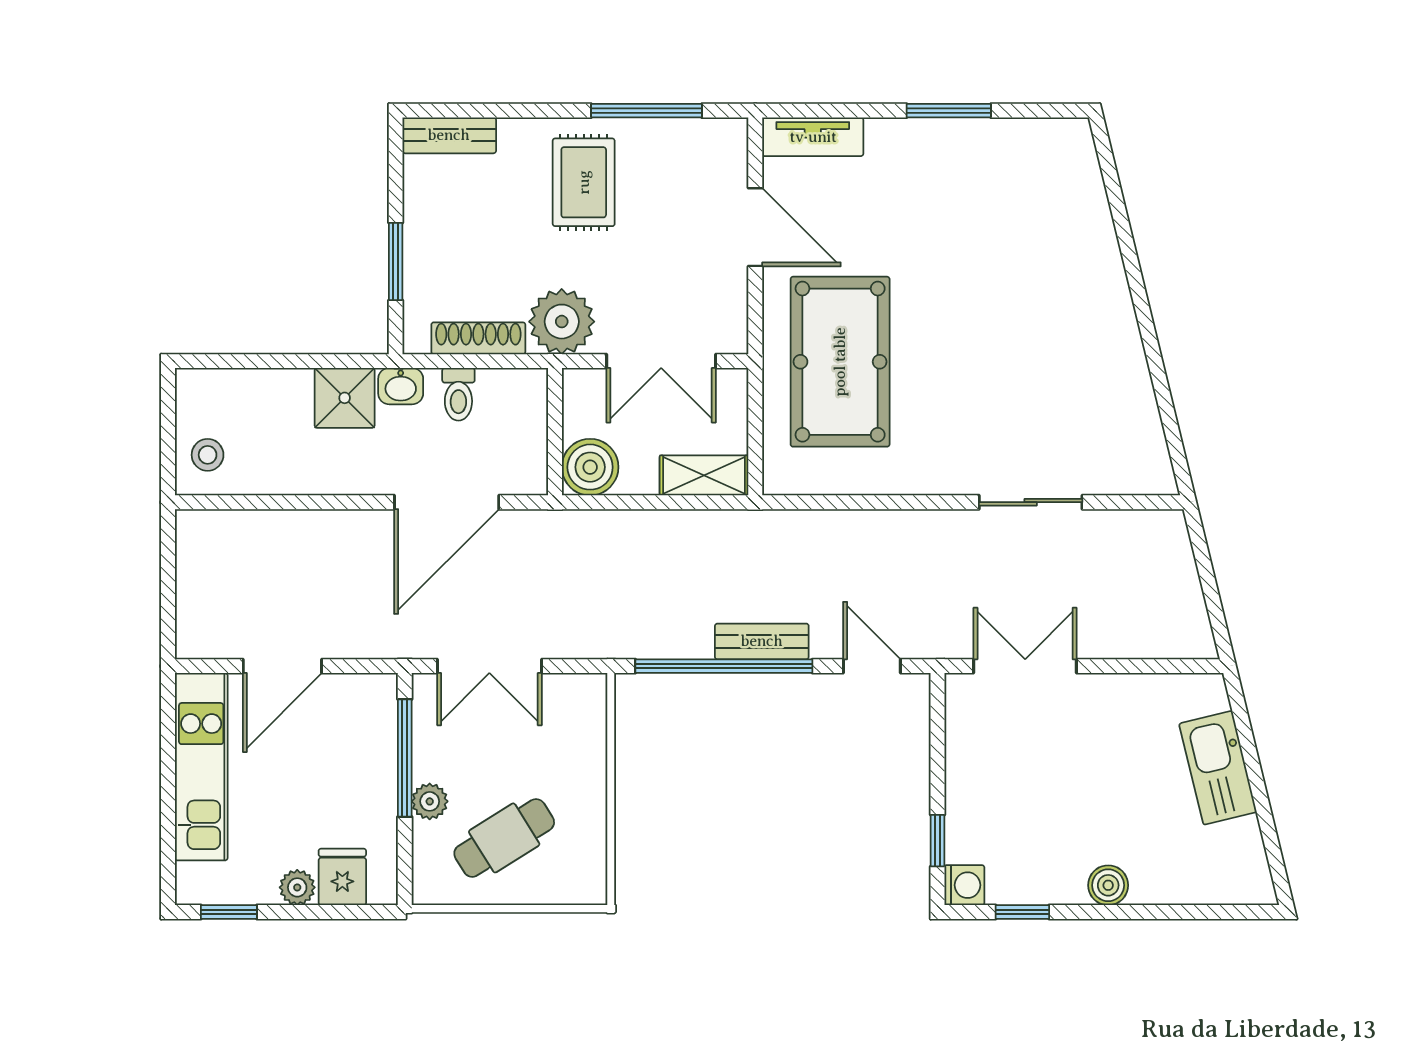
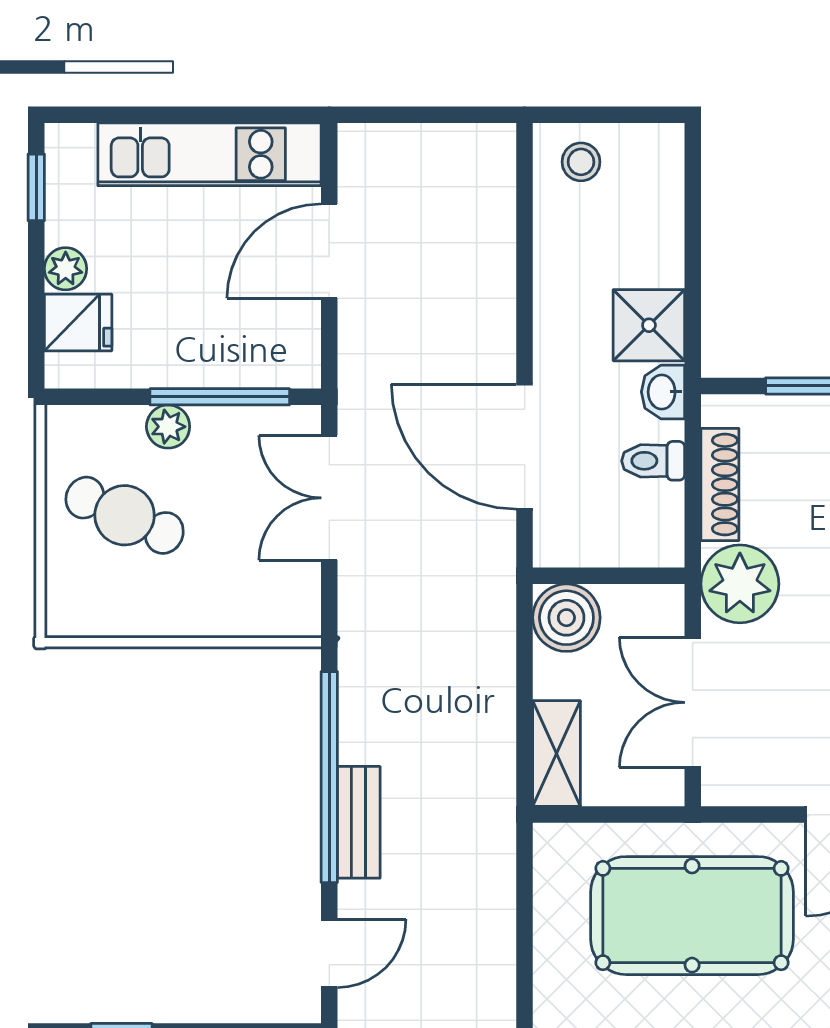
door: (282, 666) -> (329, 251), hinge flipped
cafe table: (504, 838) -> (125, 515), turned -34

